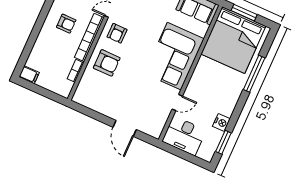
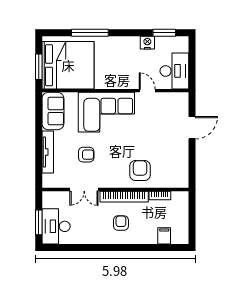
armchair: (117, 33) -> (86, 155), moved
filing cabinet: (29, 75) -> (164, 236), moved

